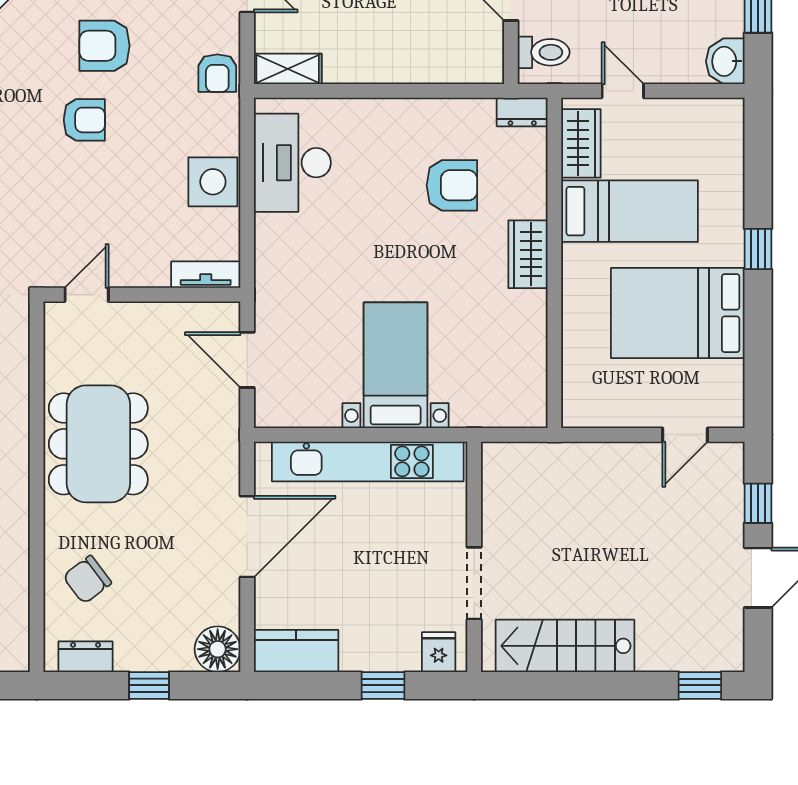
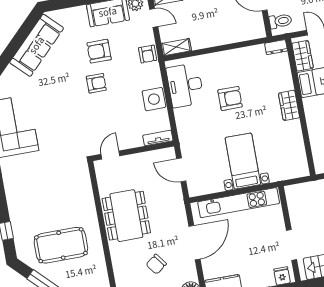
armchair: (452, 185) -> (230, 98), moved
chair: (87, 580) -> (156, 264), moved

